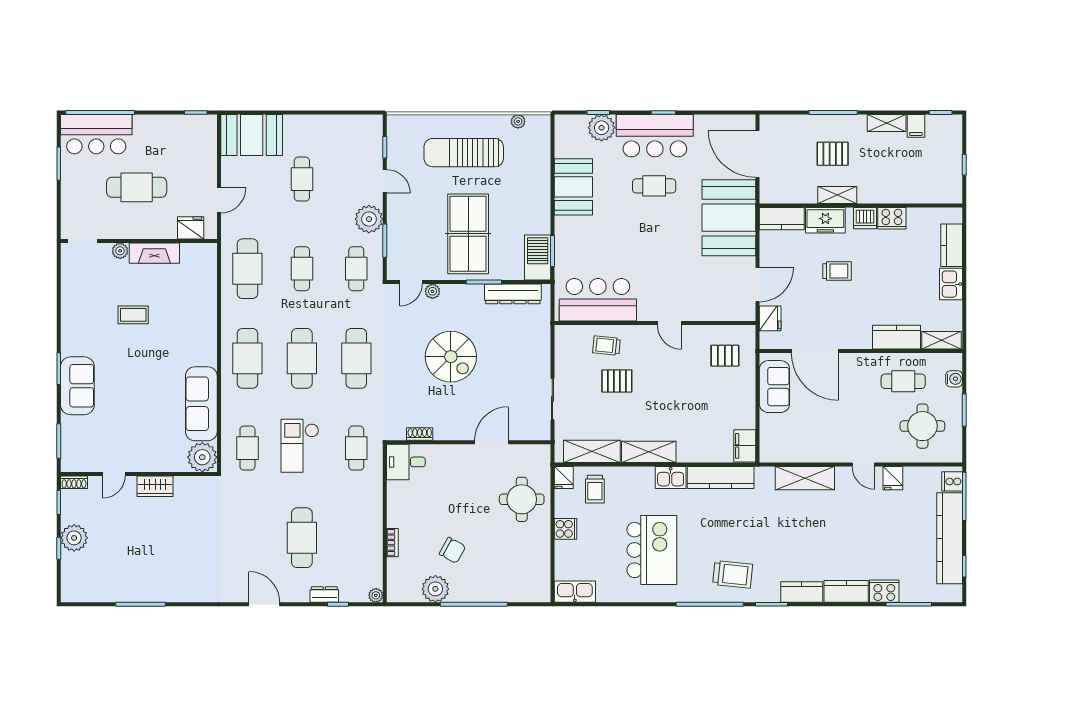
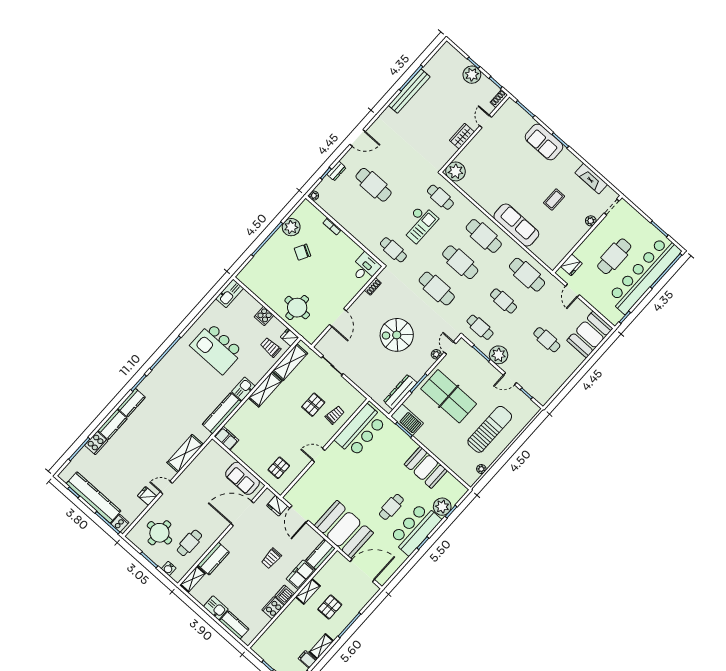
bar counter: (96, 134) -> (644, 275), width x1.86
fireplace: (154, 253) -> (591, 179), moved, turned -90
sofa: (201, 404) -> (516, 225), moved
checkout: (300, 446) -> (419, 224), turned 90
trolley: (733, 574) -> (170, 377), removed
bench: (157, 593) -> (409, 91), added

